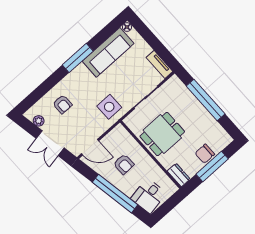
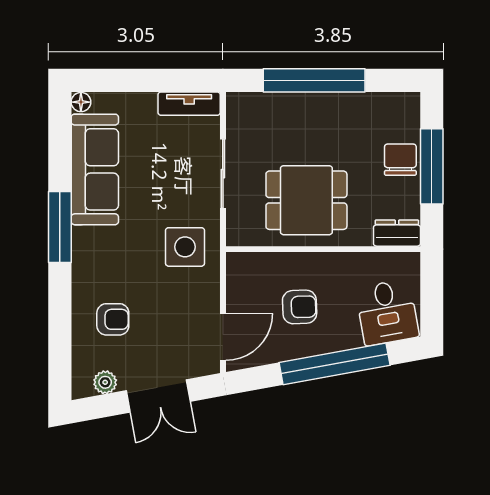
dining table: (162, 134) -> (306, 200), turned 90
chair: (205, 154) -> (400, 160), turned 180

